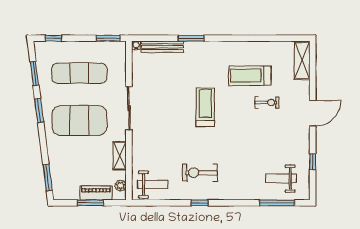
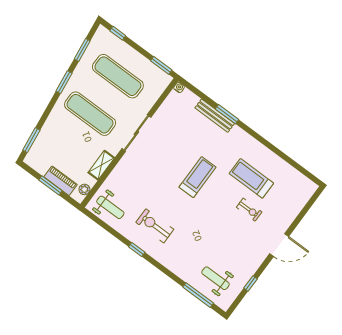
bench: (162, 47) -> (215, 116), moved
shelving: (302, 60) -> (302, 197), removed
exercise mat: (79, 121) -> (90, 114), width x0.68

